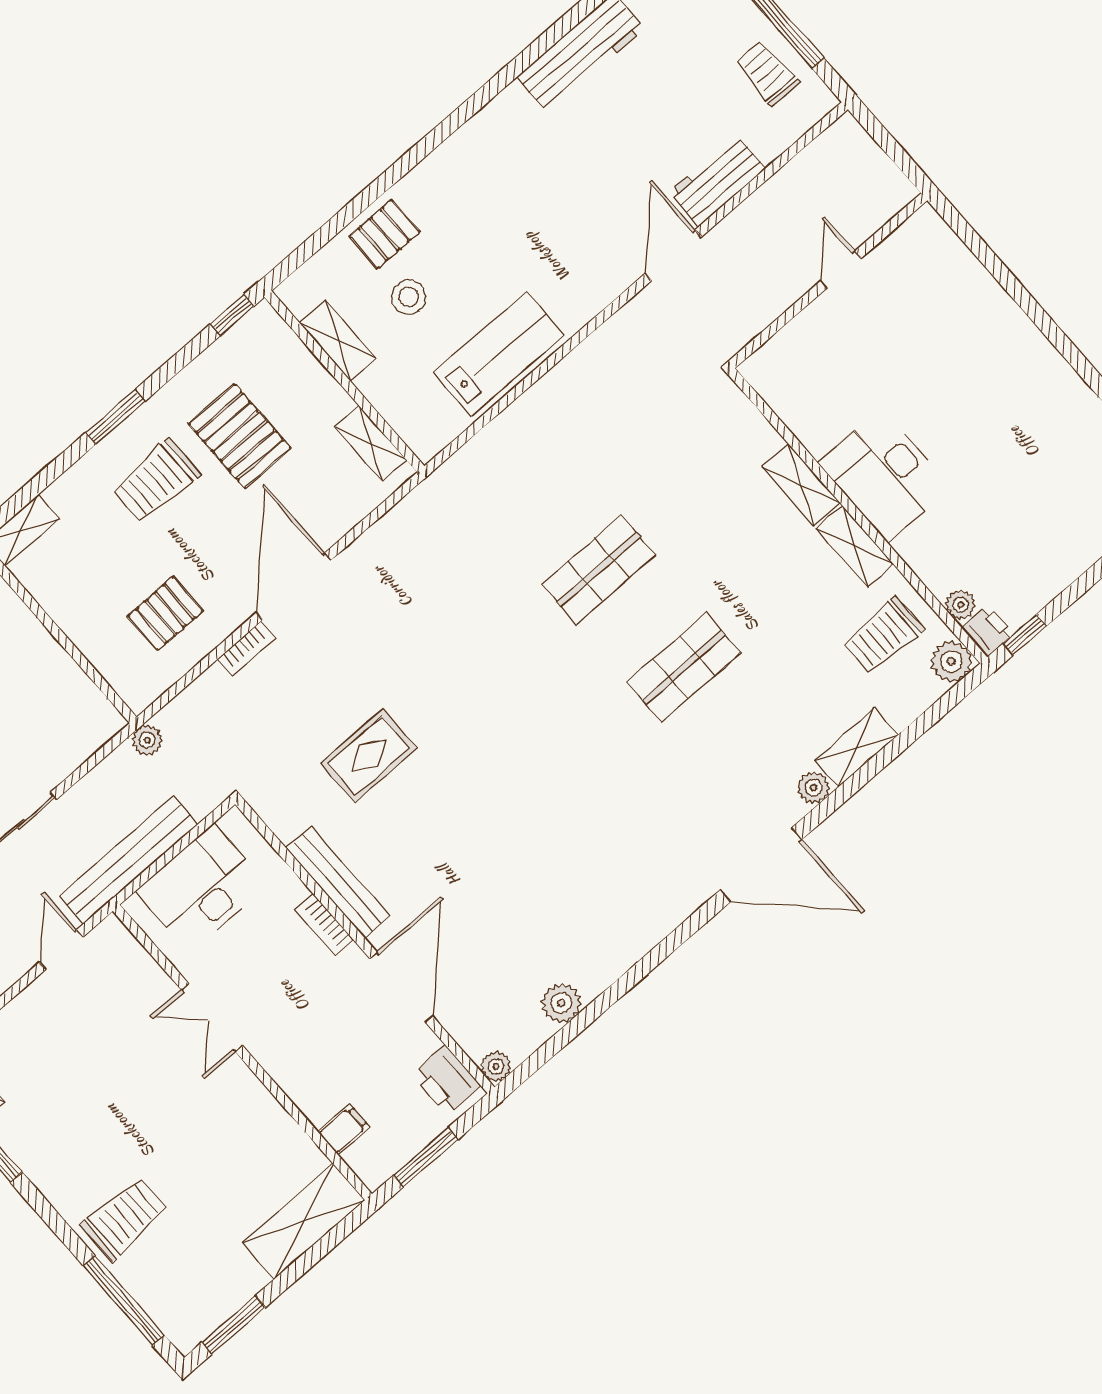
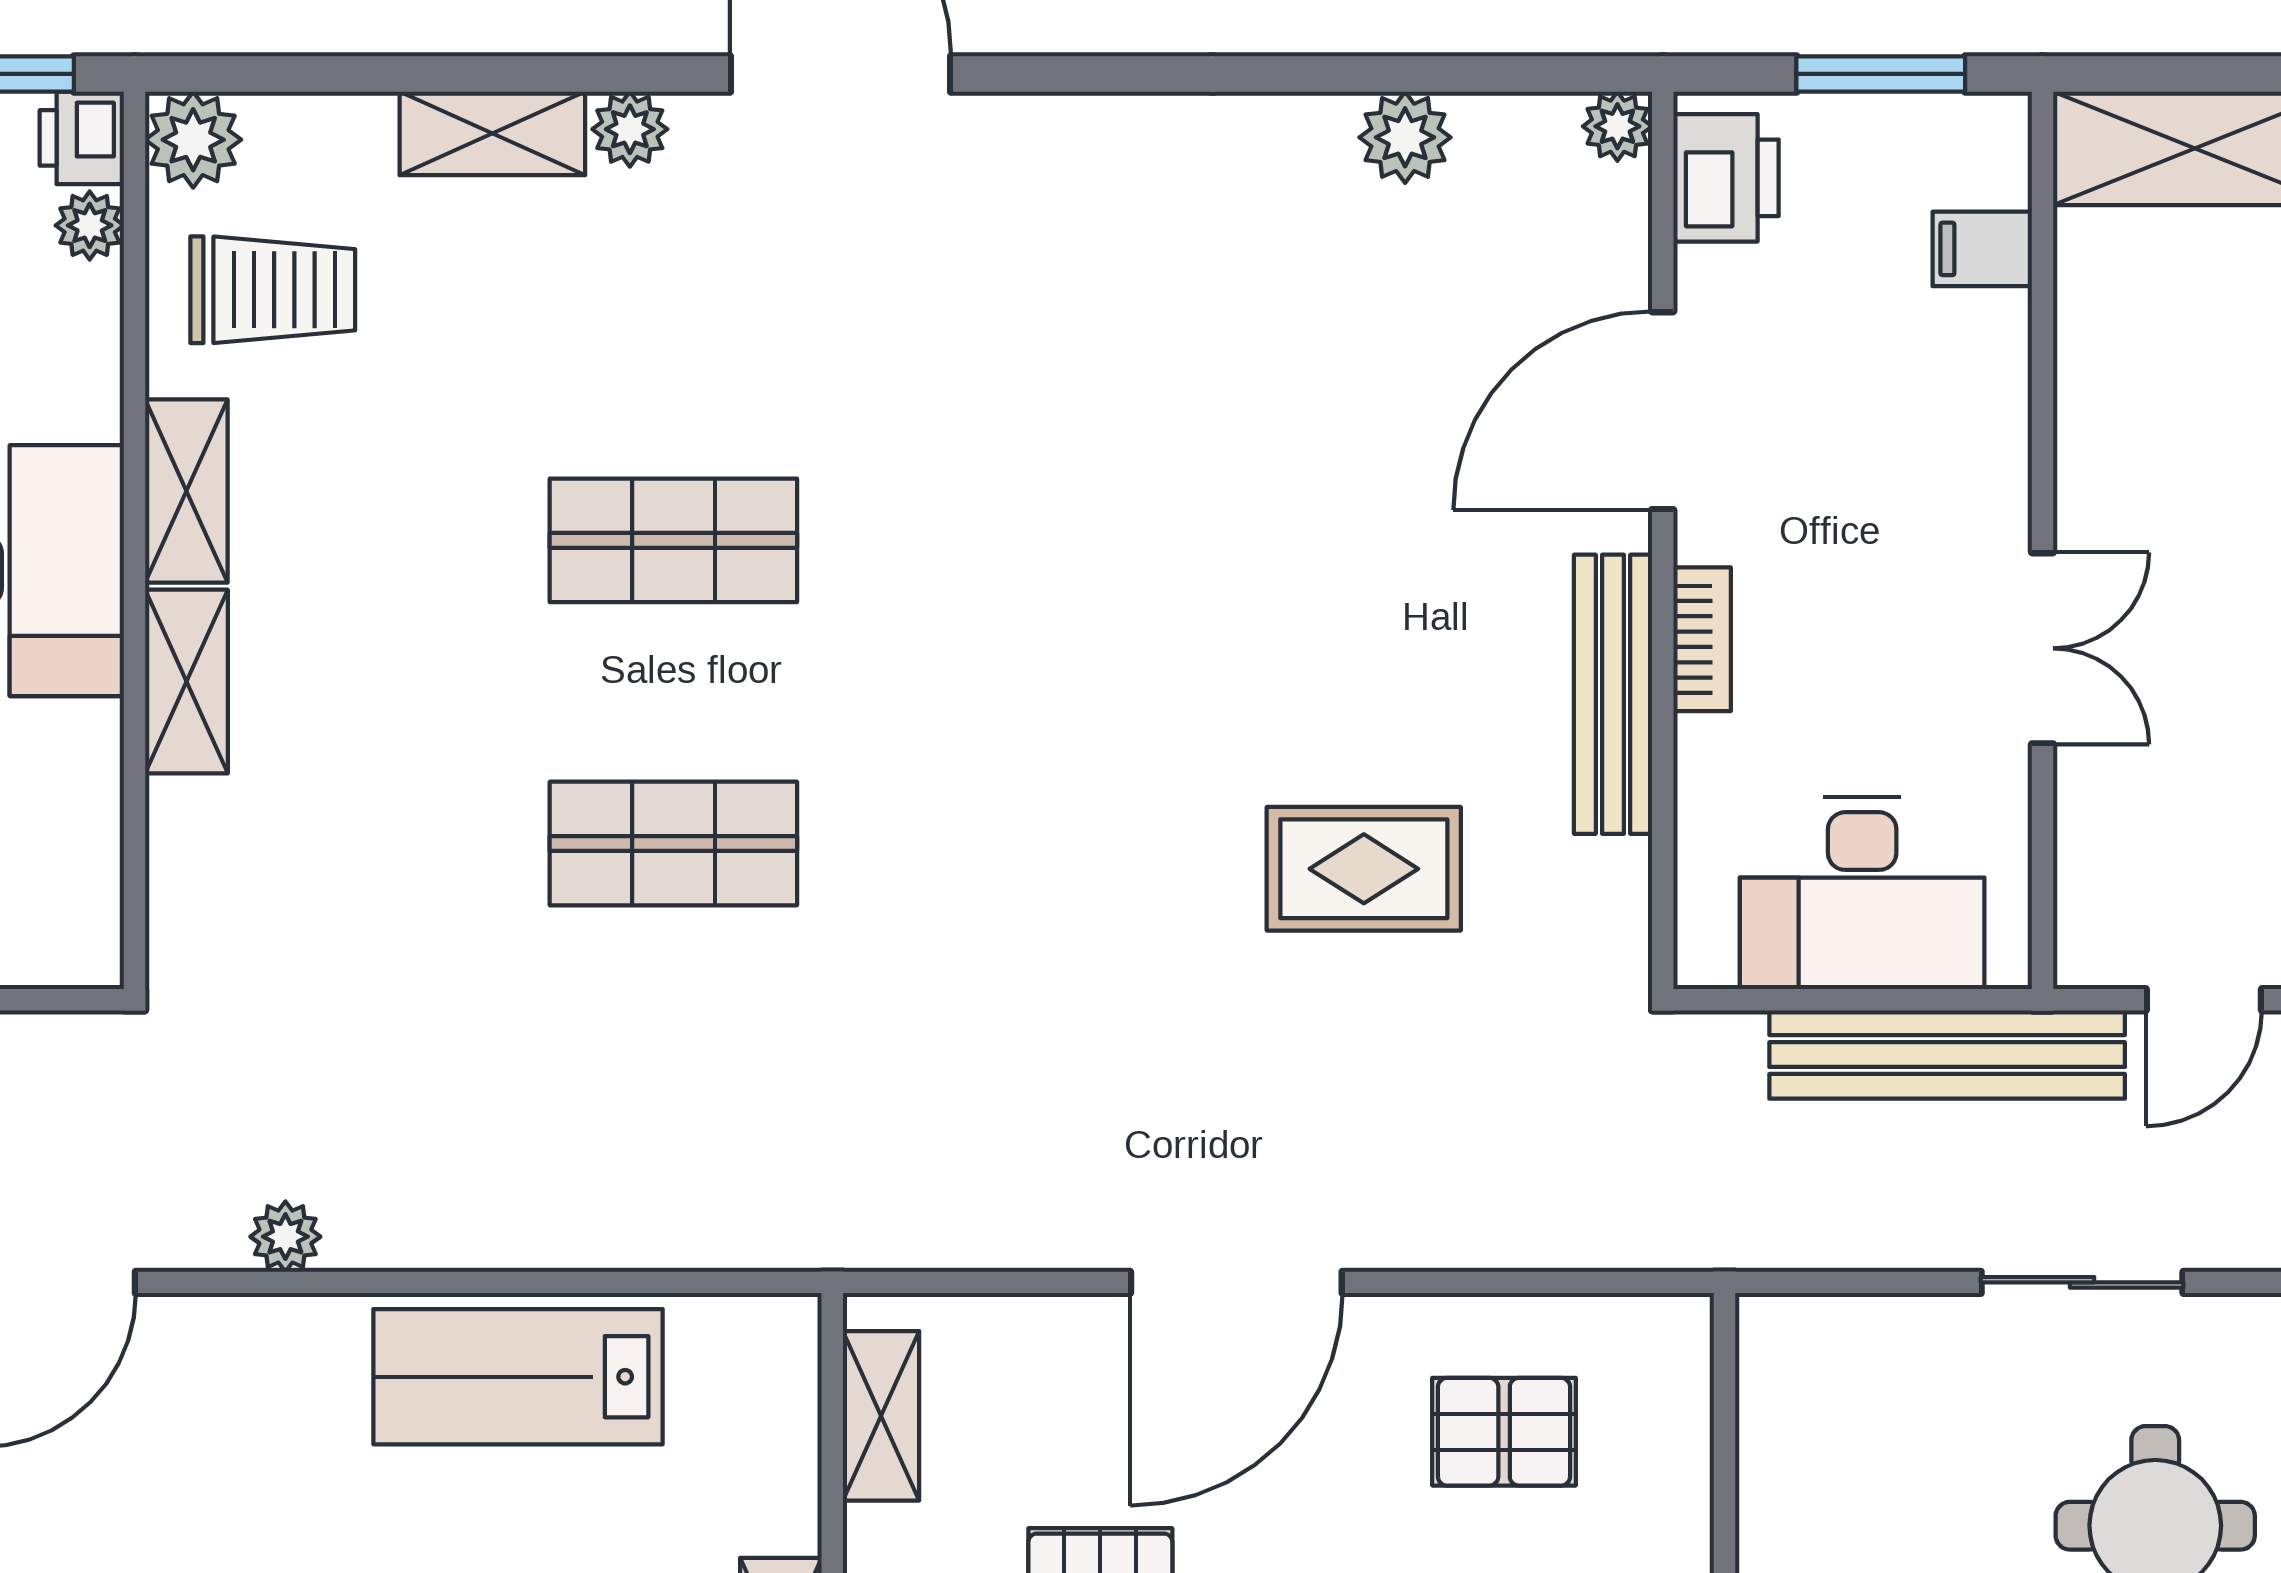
bookcase: (246, 649) -> (1415, 1245), removed
plant: (147, 740) -> (285, 1237), moved

